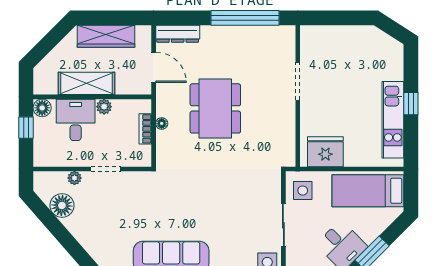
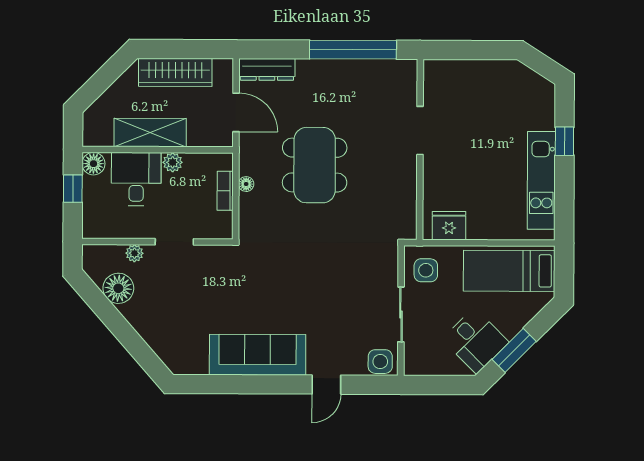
window: (411, 104) -> (564, 141), moved
fridge: (325, 152) -> (449, 226), width x0.73, depth x0.75

